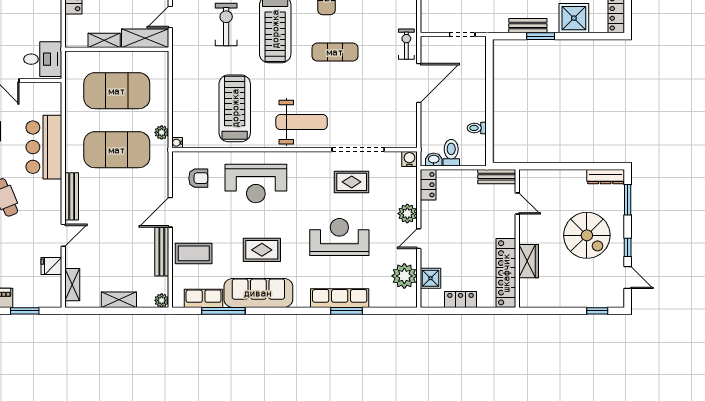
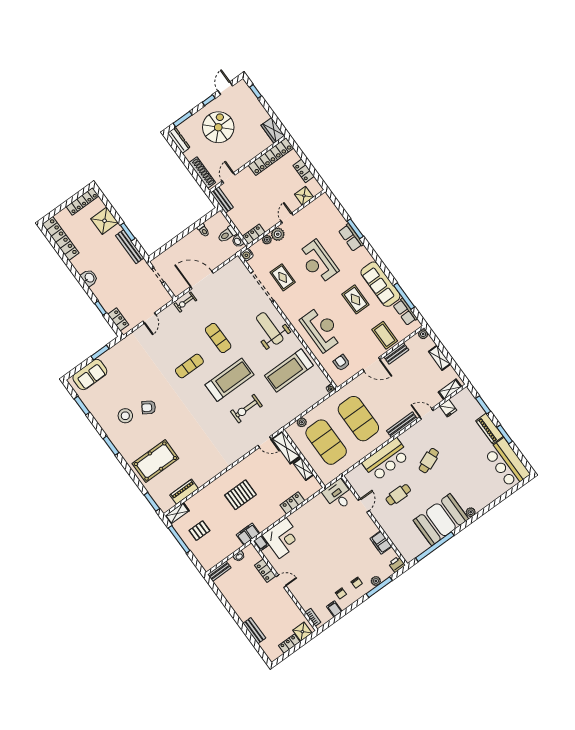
bench: (528, 26) -> (130, 247), width x1.36
plant: (162, 132) -> (302, 422), moved
shoe rack: (547, 177) -> (202, 173), added
door: (419, 239) -> (287, 218), swing flipped
bench: (162, 252) -> (396, 353), width x0.73
wardrobe: (529, 261) -> (273, 130), moved, turned -90
plant: (404, 276) -> (267, 240), moved, width x0.53, depth x0.53
row of seats: (340, 298) -> (351, 238), width x0.68

